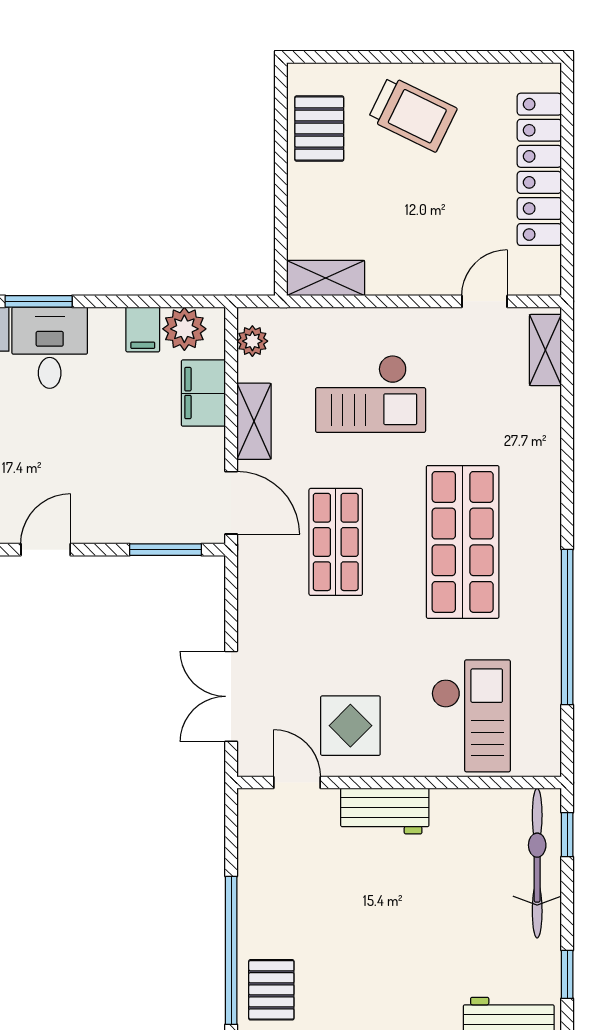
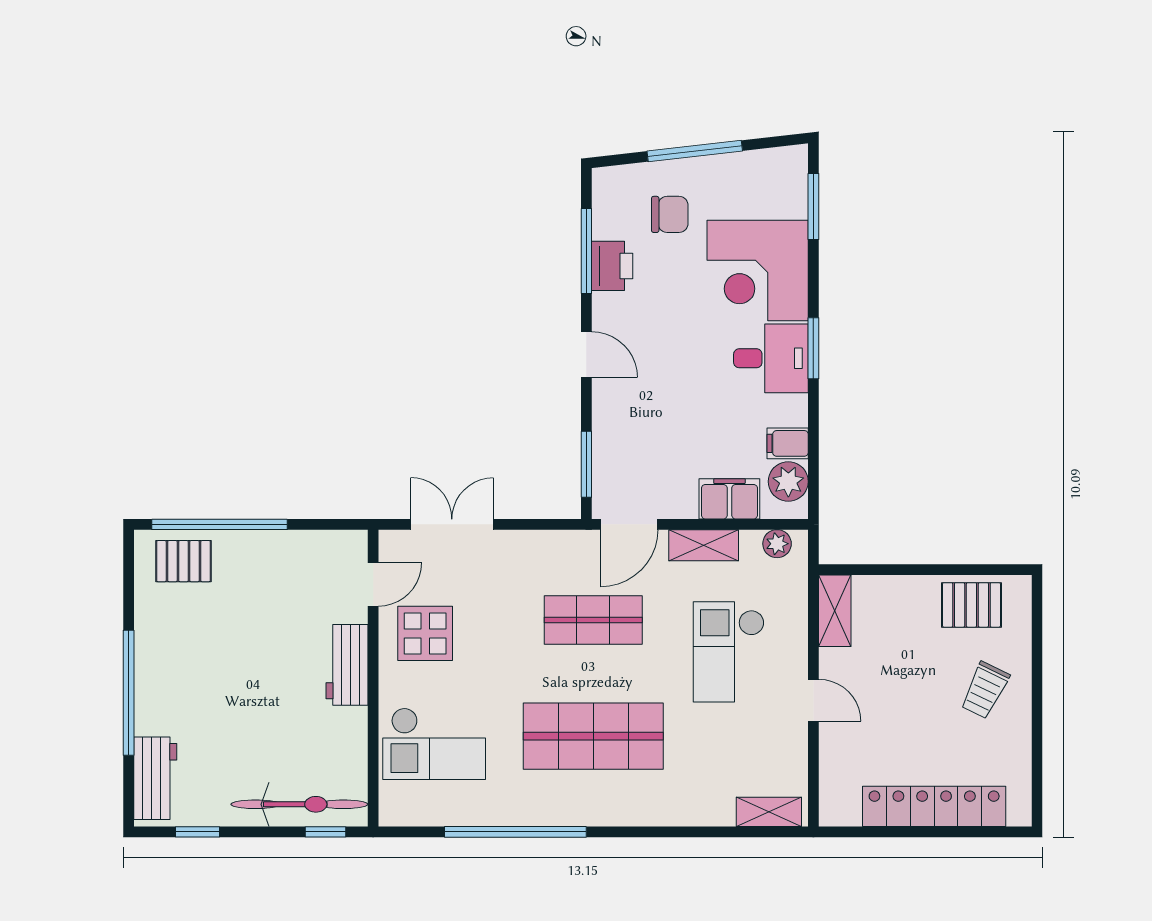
trolley: (412, 114) -> (985, 690), width x0.73, depth x0.72
door: (485, 301) -> (813, 700), moved

